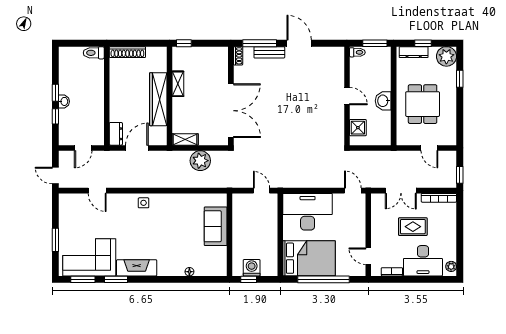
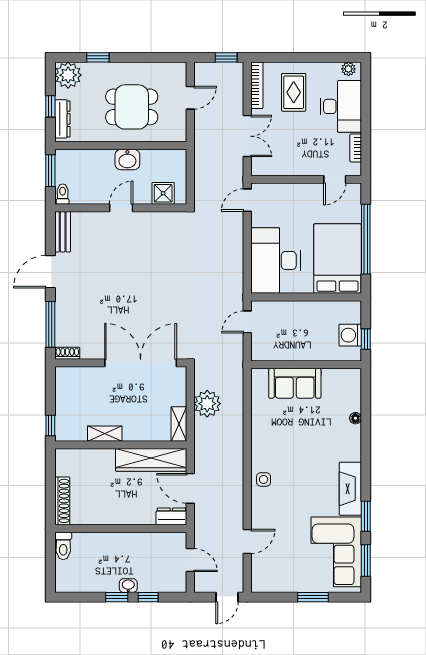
bench: (269, 52) -> (63, 232), moved
wardrobe: (158, 99) -> (151, 460), moved
rug: (413, 227) -> (294, 92), moved

